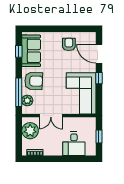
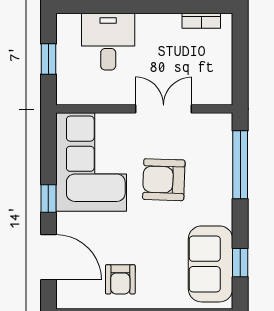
armchair: (34, 81) -> (164, 180), moved
plant: (27, 101) -> (220, 145), removed
plant: (30, 131) -> (213, 73), removed

